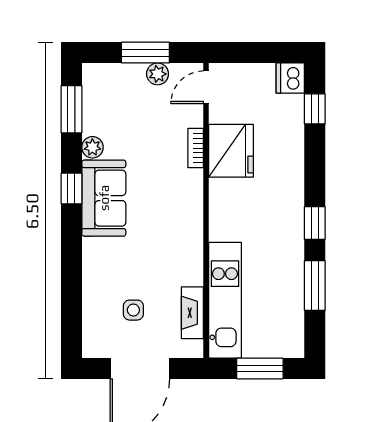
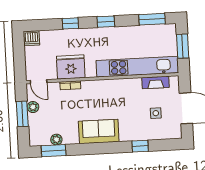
window: (315, 109) -> (70, 23), moved
plant: (92, 147) -> (56, 140), moved
window: (71, 188) -> (140, 146), moved
window: (315, 286) -> (152, 19), moved
kitchen unit: (225, 300) -> (137, 67), width x1.36

